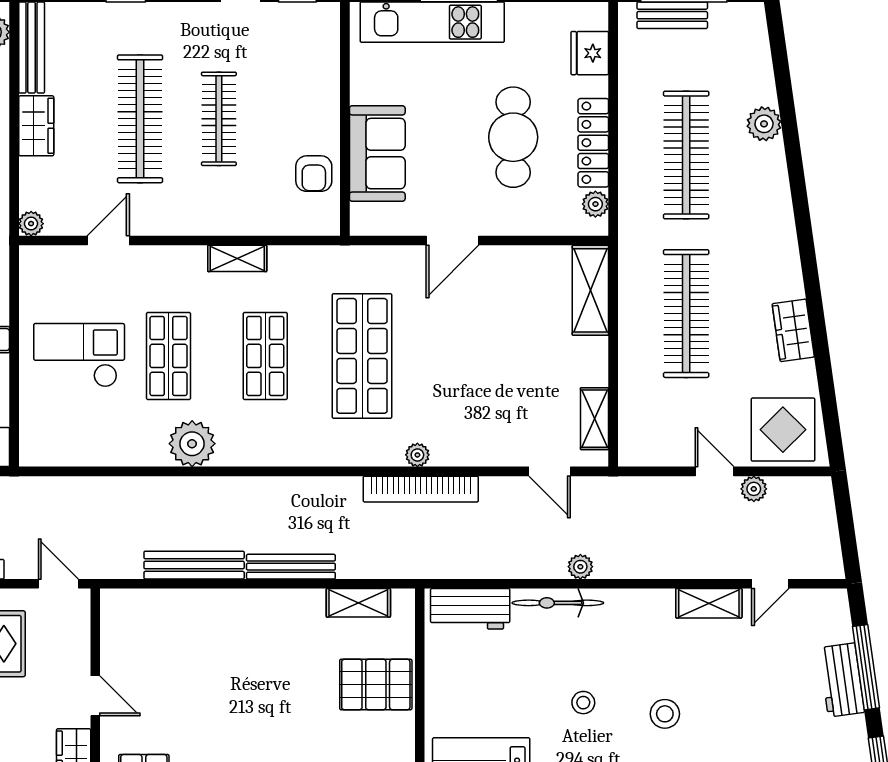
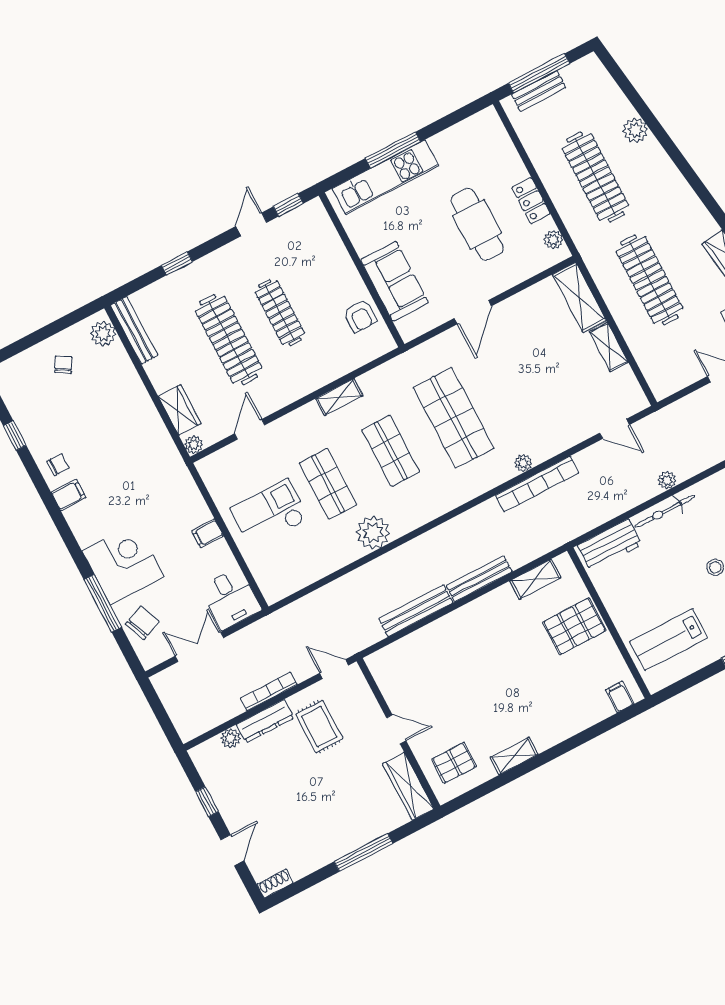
fridge: (590, 53) -> (498, 144), removed
wardrobe: (36, 126) -> (180, 410), moved
locker: (593, 143) -> (531, 201), width x0.66
shelving: (595, 419) -> (609, 347), moved

